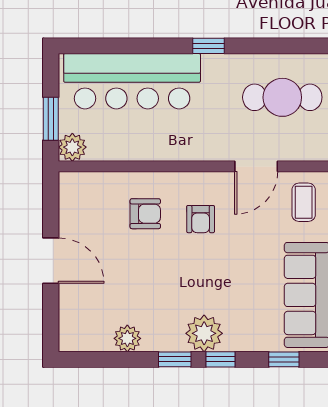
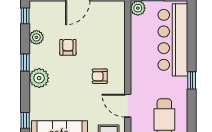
armchair: (145, 214) -> (68, 47), moved, turned 180
window: (220, 359) -> (25, 16), moved

